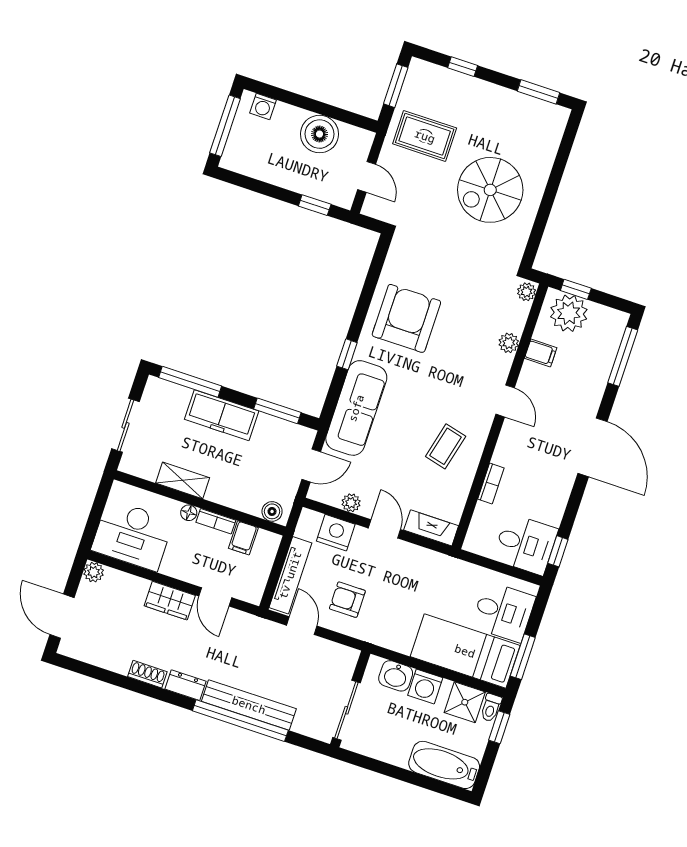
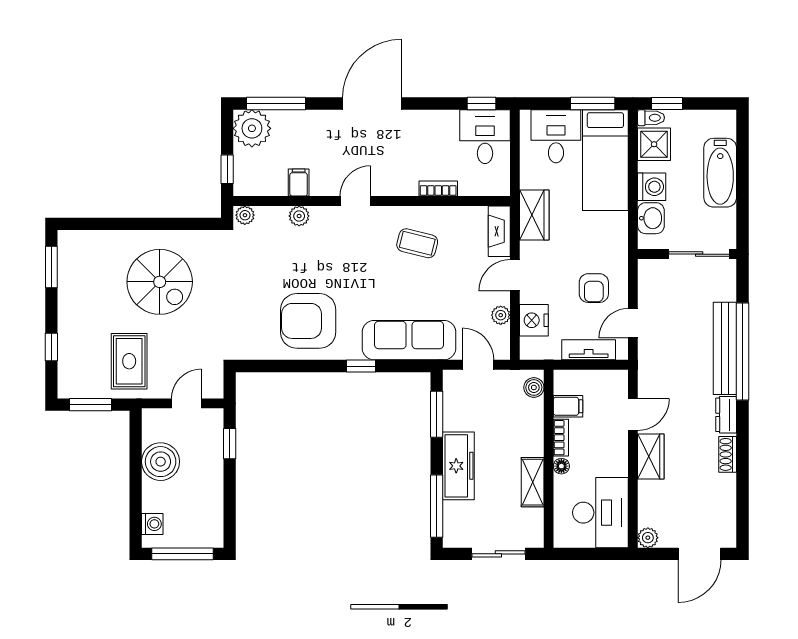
plant: (569, 313) -> (252, 128), moved
wardrobe: (435, 566) -> (534, 215), added
tv unit: (290, 575) -> (589, 350), width x0.71
bathtub: (444, 765) -> (720, 173), moved

